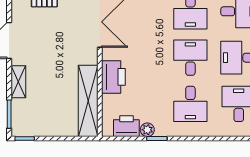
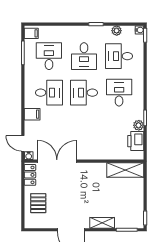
printer: (113, 77) -> (99, 151), removed
shelving: (88, 101) -> (125, 170), width x0.68
desk: (190, 104) -> (119, 93), turned -90

